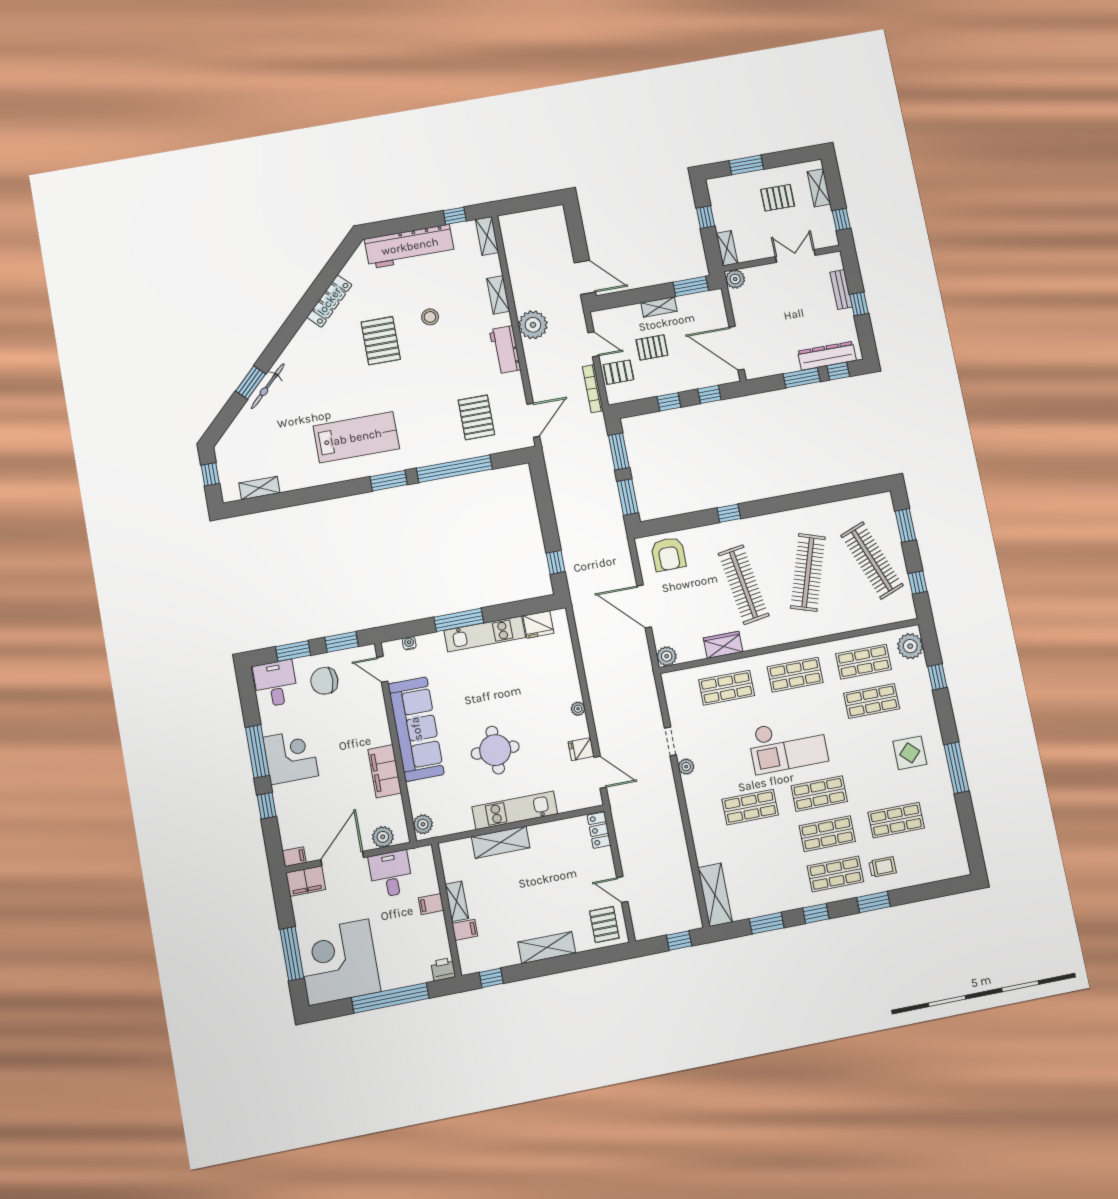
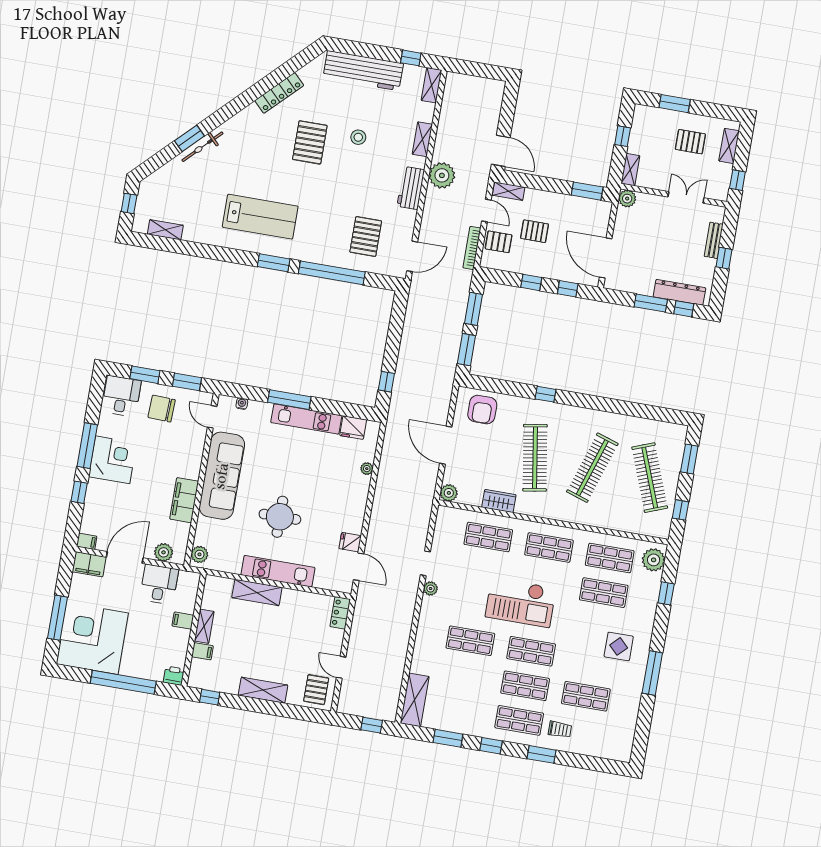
shelving: (659, 307) -> (509, 191), moved
plant: (578, 709) -> (367, 469), moved

